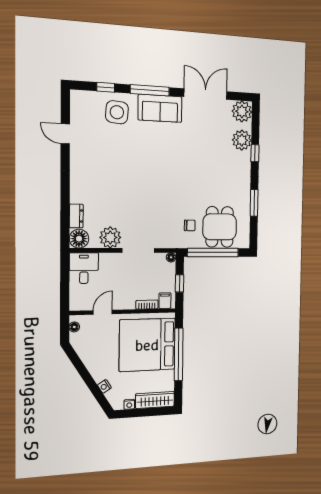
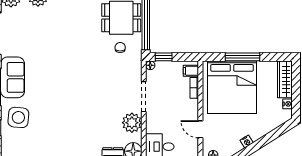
window: (179, 283) -> (164, 57), moved
window: (179, 354) -> (243, 57), width x0.68
nightstand: (104, 386) -> (247, 142), moved

